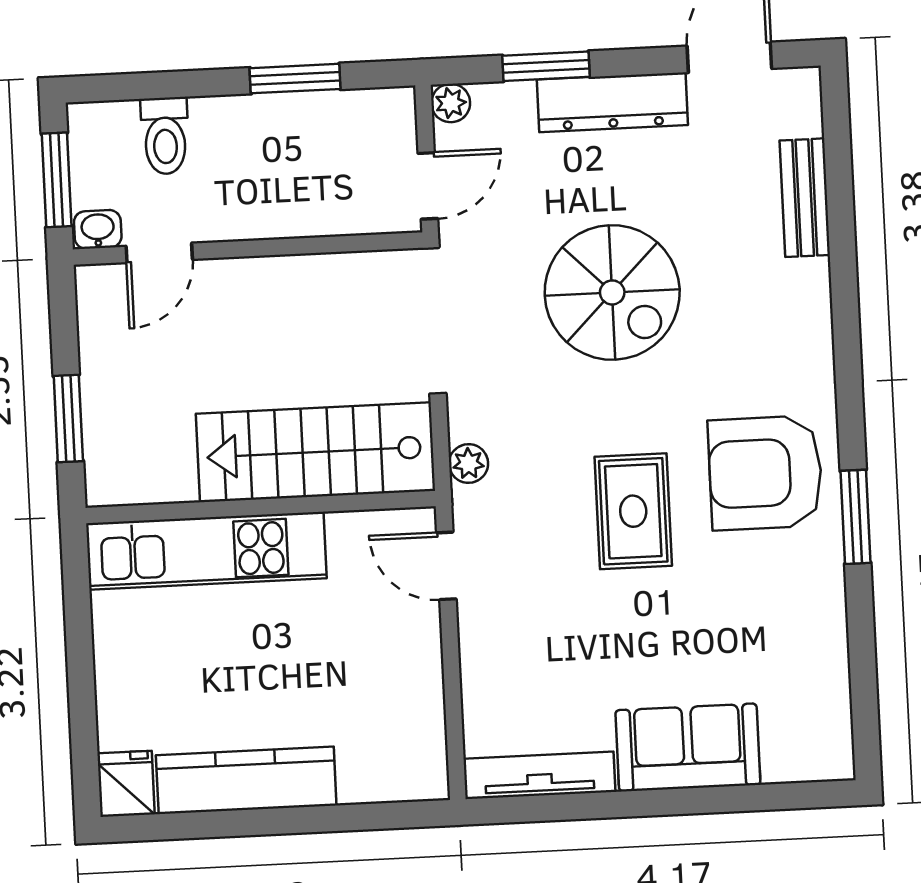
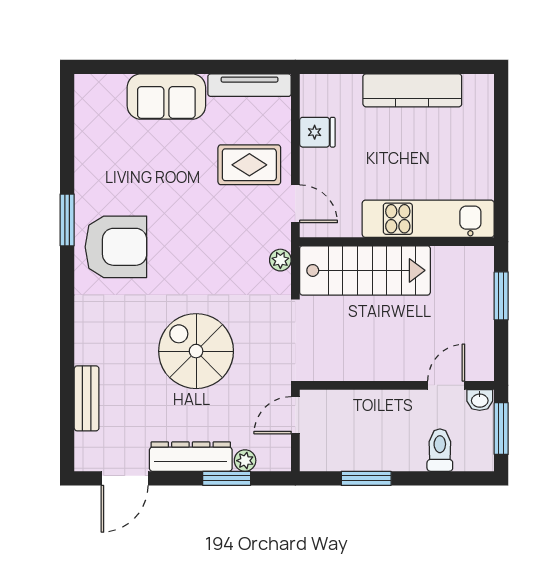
plant: (451, 103) -> (245, 461), moved
rug: (633, 511) -> (249, 165), moved, turned 90
fridge: (126, 784) -> (317, 132), moved, turned -90

